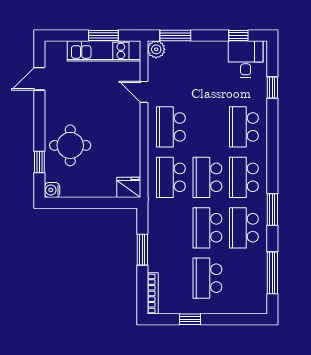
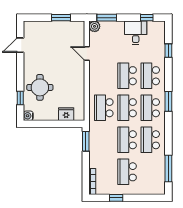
kitchen unit: (104, 51) -> (61, 27), removed
desk: (246, 59) -> (136, 33), moved
school desk: (171, 127) -> (127, 76), moved
fridge: (129, 187) -> (66, 114), moved
window: (272, 209) -> (168, 101), moved
window: (142, 250) -> (86, 141), moved

